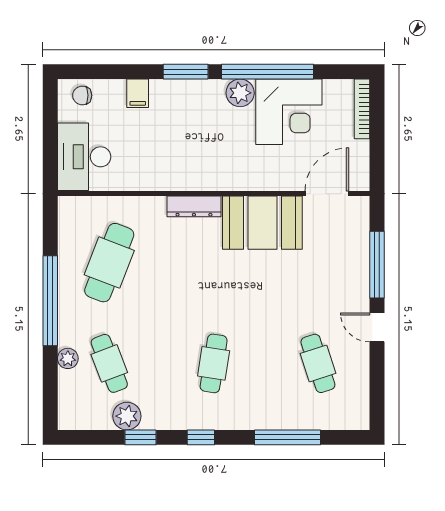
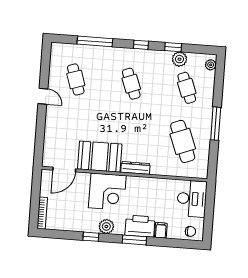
window: (267, 72) -> (91, 237), width x0.32
printer: (177, 98) -> (140, 226), added
corner desk: (289, 112) -> (107, 192), moved, turned 180
cafe table: (109, 263) -> (183, 141), turned -42
window: (377, 265) -> (40, 130), removed
window: (50, 301) -> (216, 124), width x0.68
plant: (68, 358) -> (211, 65), moved
cafe table: (214, 363) -> (131, 84), turned -30

